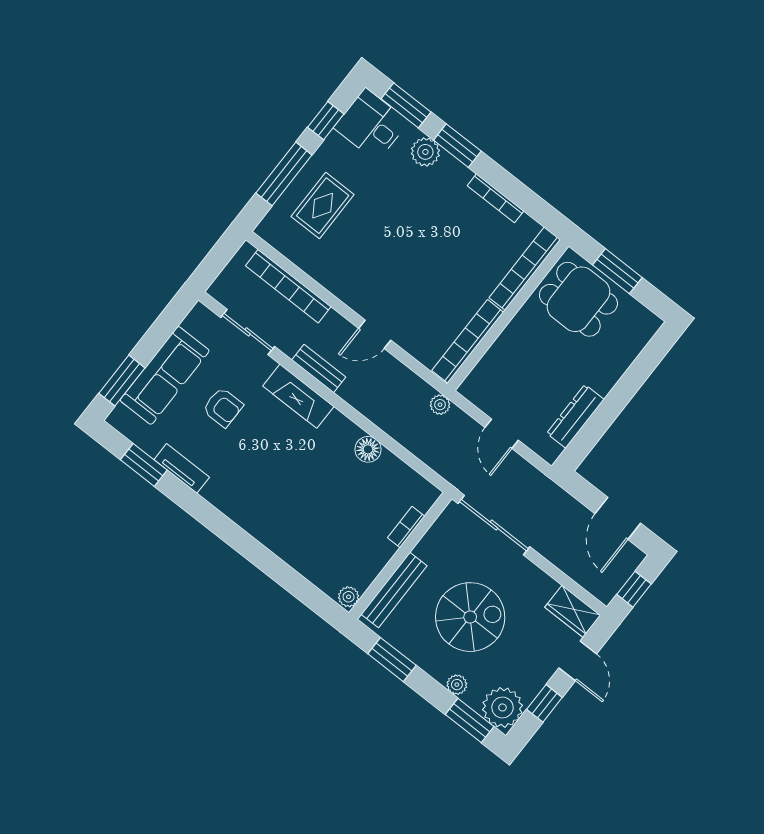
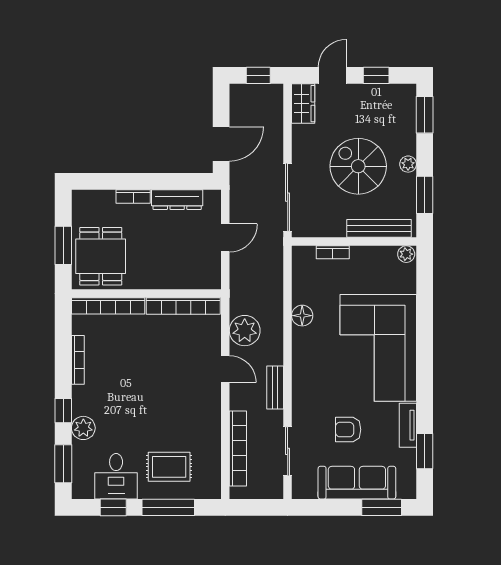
desk: (371, 125) -> (116, 476), moved
window: (457, 146) -> (63, 411), width x0.67
bookcase: (612, 376) -> (133, 196), added
fireplace: (298, 396) -> (303, 387), removed
plant: (440, 405) -> (245, 331), moved, width x1.88, depth x1.88
armchair: (223, 407) -> (348, 430), turned -90
corner sofa: (279, 498) -> (378, 348), added
door: (618, 518) -> (221, 144), moved
plant: (457, 685) -> (408, 164), moved
plant: (502, 707) -> (400, 100), removed

